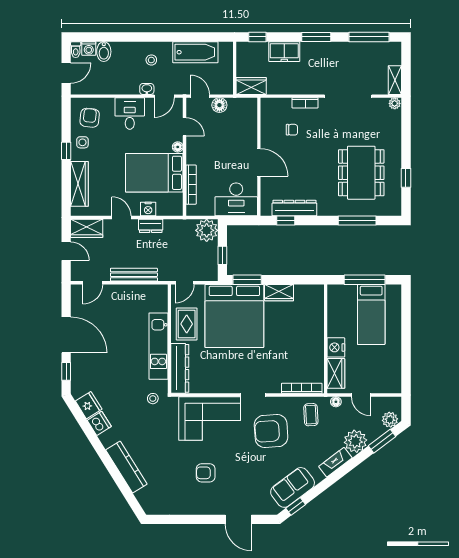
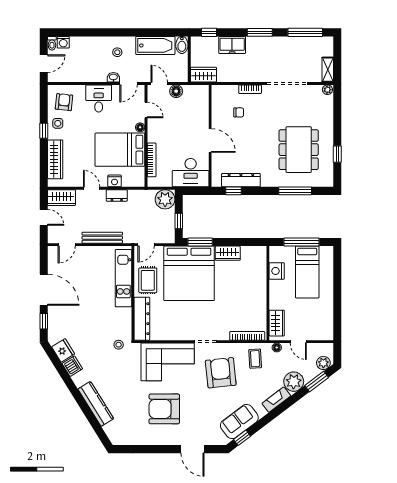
bidet: (104, 52) -> (182, 45), moved
kitchen unit: (158, 346) -> (123, 278), moved
nightstand: (336, 347) -> (277, 271), moved
armchair: (271, 431) -> (221, 373), turned 88
armchair: (206, 473) -> (164, 409), width x1.88, depth x1.88

